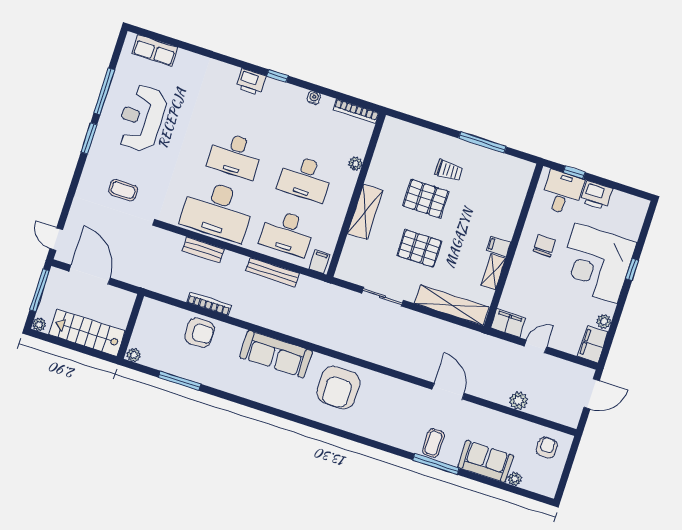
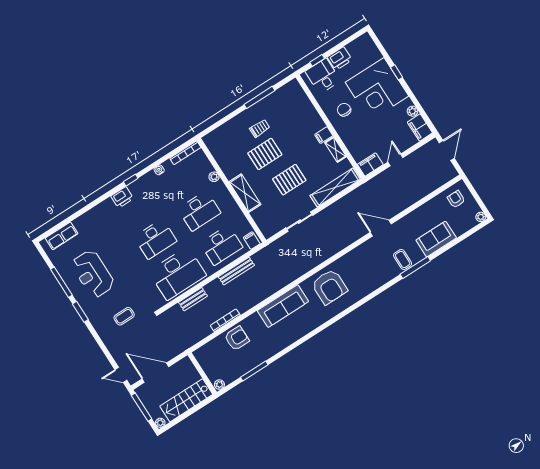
plant: (518, 401) -> (418, 194), removed
plant: (515, 479) -> (481, 217), moved

